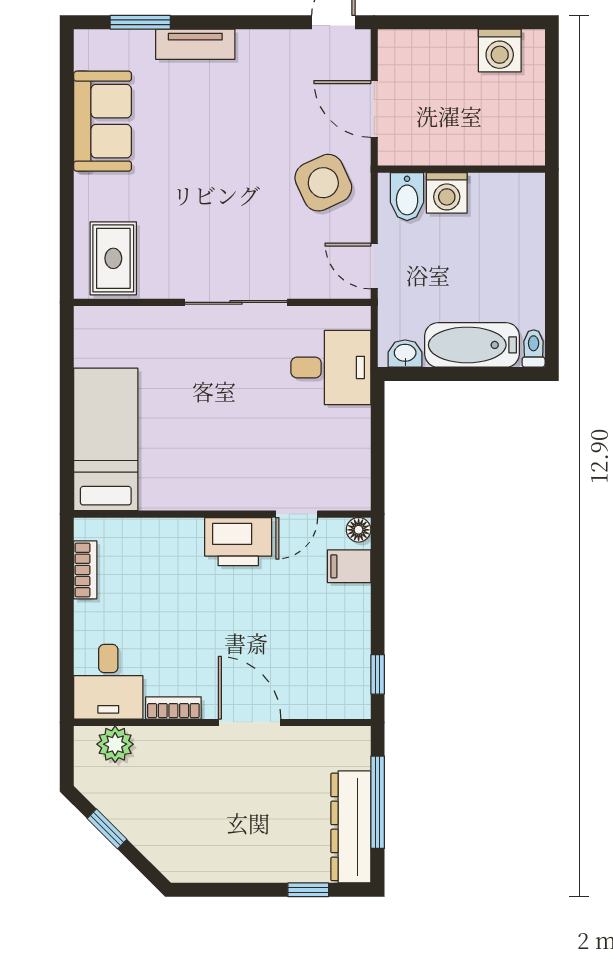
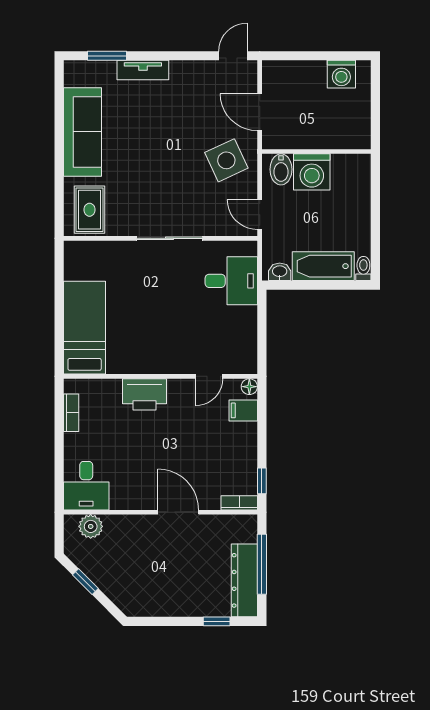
sofa: (103, 121) -> (82, 132), width x1.36
washing machine: (447, 193) -> (312, 172), width x1.37, depth x1.37
printer: (238, 542) -> (144, 394), moved
bookcase: (173, 708) -> (239, 503), moved

